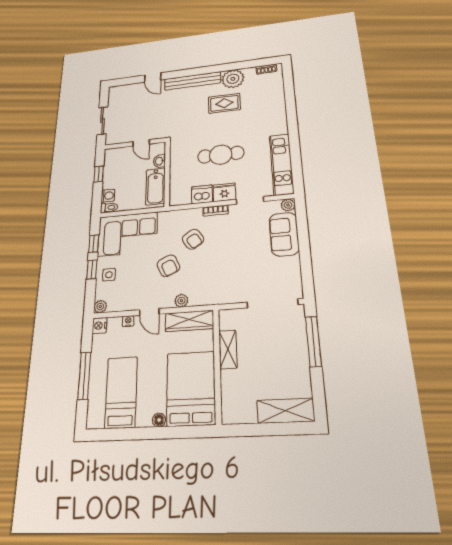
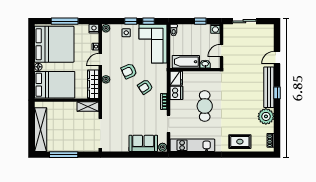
window: (200, 71) -> (277, 93), added
rug: (224, 103) -> (240, 142), moved, turned 90
fridge: (224, 192) -> (176, 78), moved
washing machine: (108, 196) -> (215, 29), moved
window: (313, 341) -> (64, 155), moved
shelving: (228, 349) -> (88, 106), moved
bed: (121, 392) -> (54, 44), width x2.04
shelving: (286, 411) -> (41, 130), width x1.47

